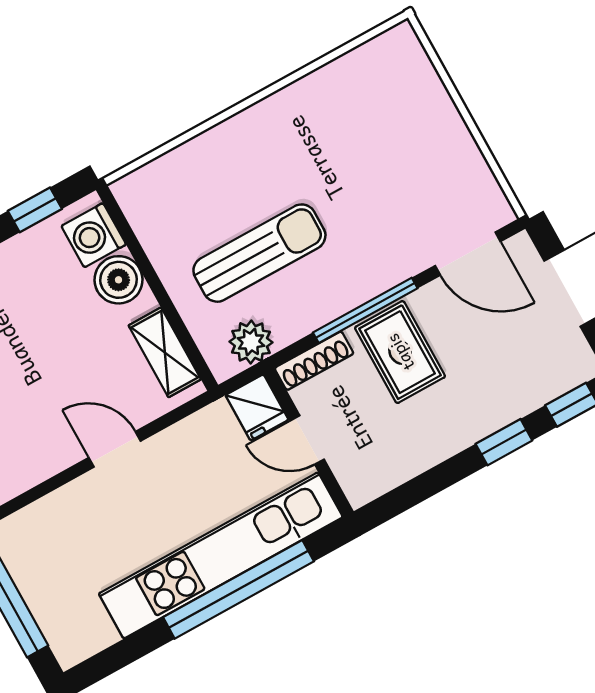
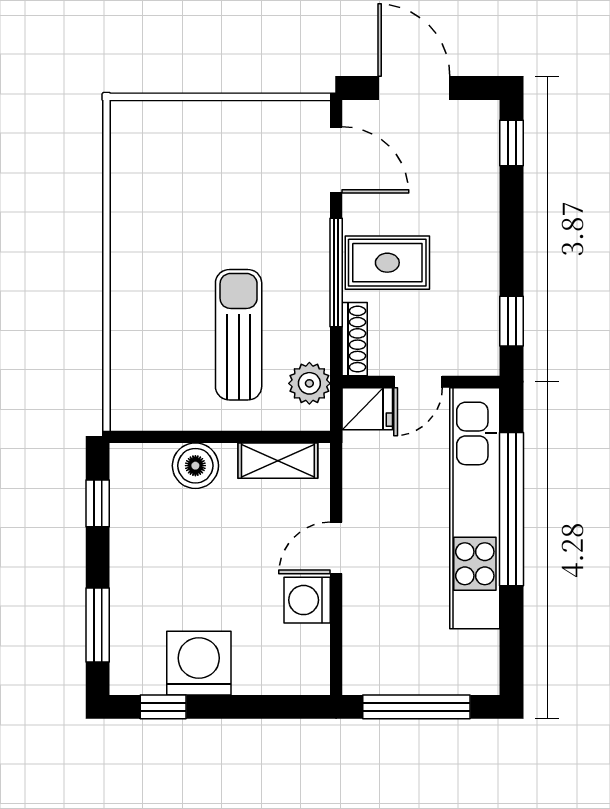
washing machine: (94, 235) -> (307, 600), moved, turned 90
door: (468, 254) -> (336, 160), hinge flipped
window: (504, 442) -> (512, 321), moved

